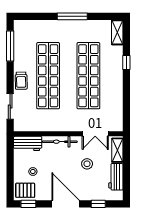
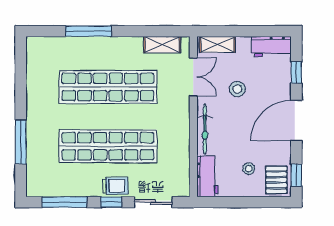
window: (72, 16) -> (21, 142), moved
shelving: (117, 32) -> (162, 45), moved
window: (126, 62) -> (88, 31), width x2.17
window: (10, 78) -> (111, 202), added
workbench: (116, 177) -> (271, 47), moved

